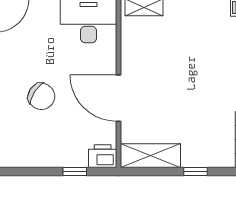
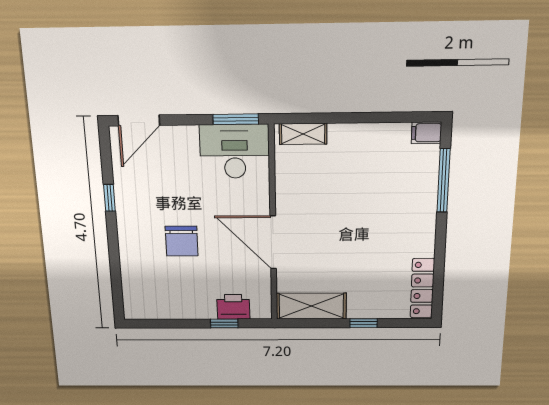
chair: (41, 96) -> (182, 241), turned 57
printer: (103, 156) -> (233, 307), moved

